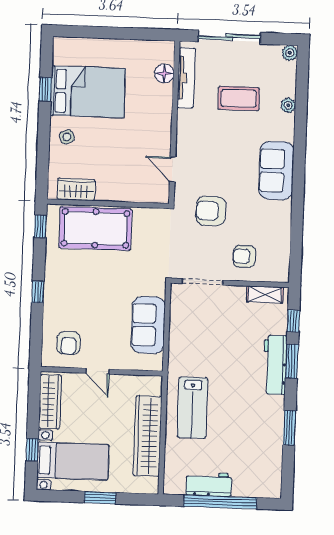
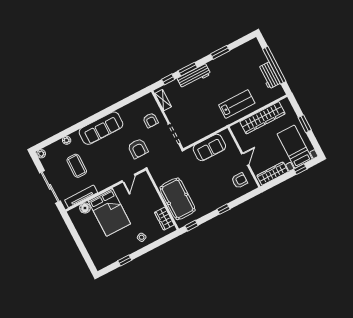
bed: (88, 92) -> (109, 212), moved, turned 180
sofa: (276, 171) -> (101, 128), width x1.36

